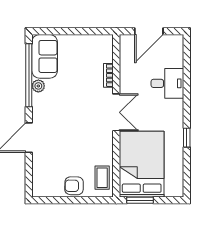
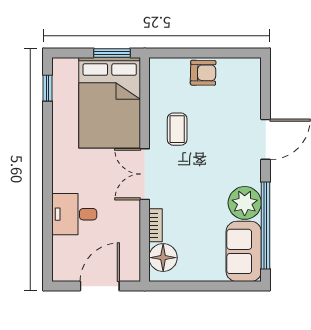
floor lamp: (103, 52) -> (163, 258), added
plant: (38, 86) -> (245, 203), width x1.87, depth x1.87
window: (187, 138) -> (48, 88), moved
coffee table: (102, 178) -> (177, 129), moved

